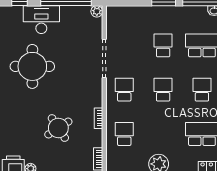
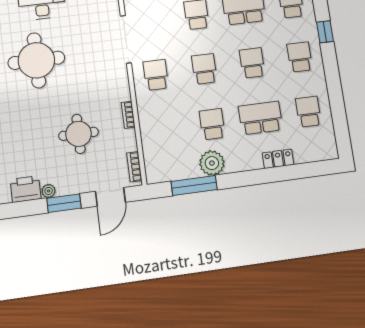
round table: (58, 128) -> (79, 134), turned 33
school desk: (124, 134) -> (212, 124), moved

